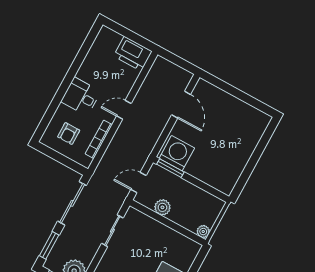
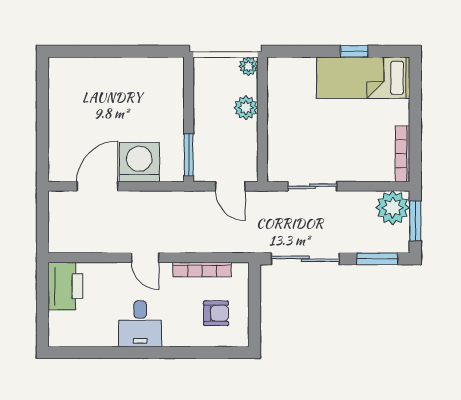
desk: (81, 97) -> (140, 324), moved
washing machine: (177, 153) -> (139, 162), moved, turned 90
plant: (162, 207) -> (246, 108), moved

